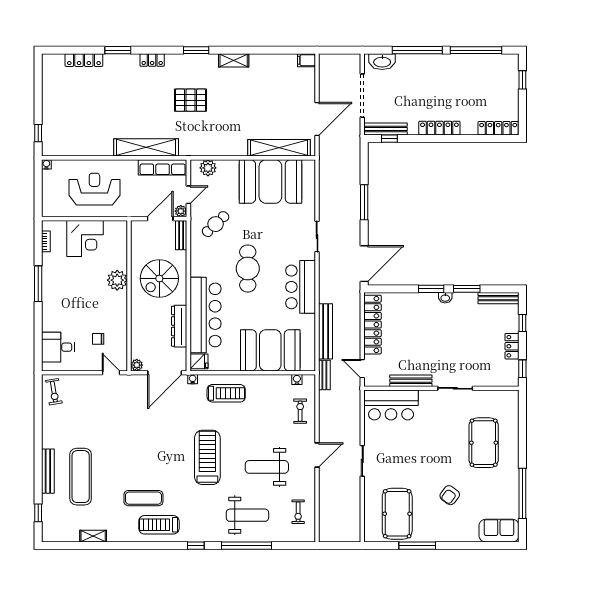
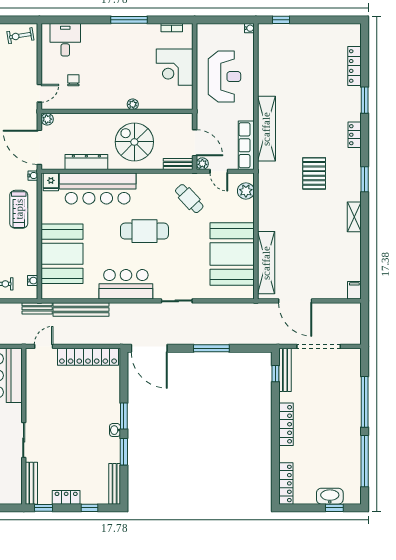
washbasin: (382, 62) -> (330, 496), moved, turned 90
plant: (117, 280) -> (133, 104), width x0.53, depth x0.53
bench: (411, 381) -> (31, 483), moved

